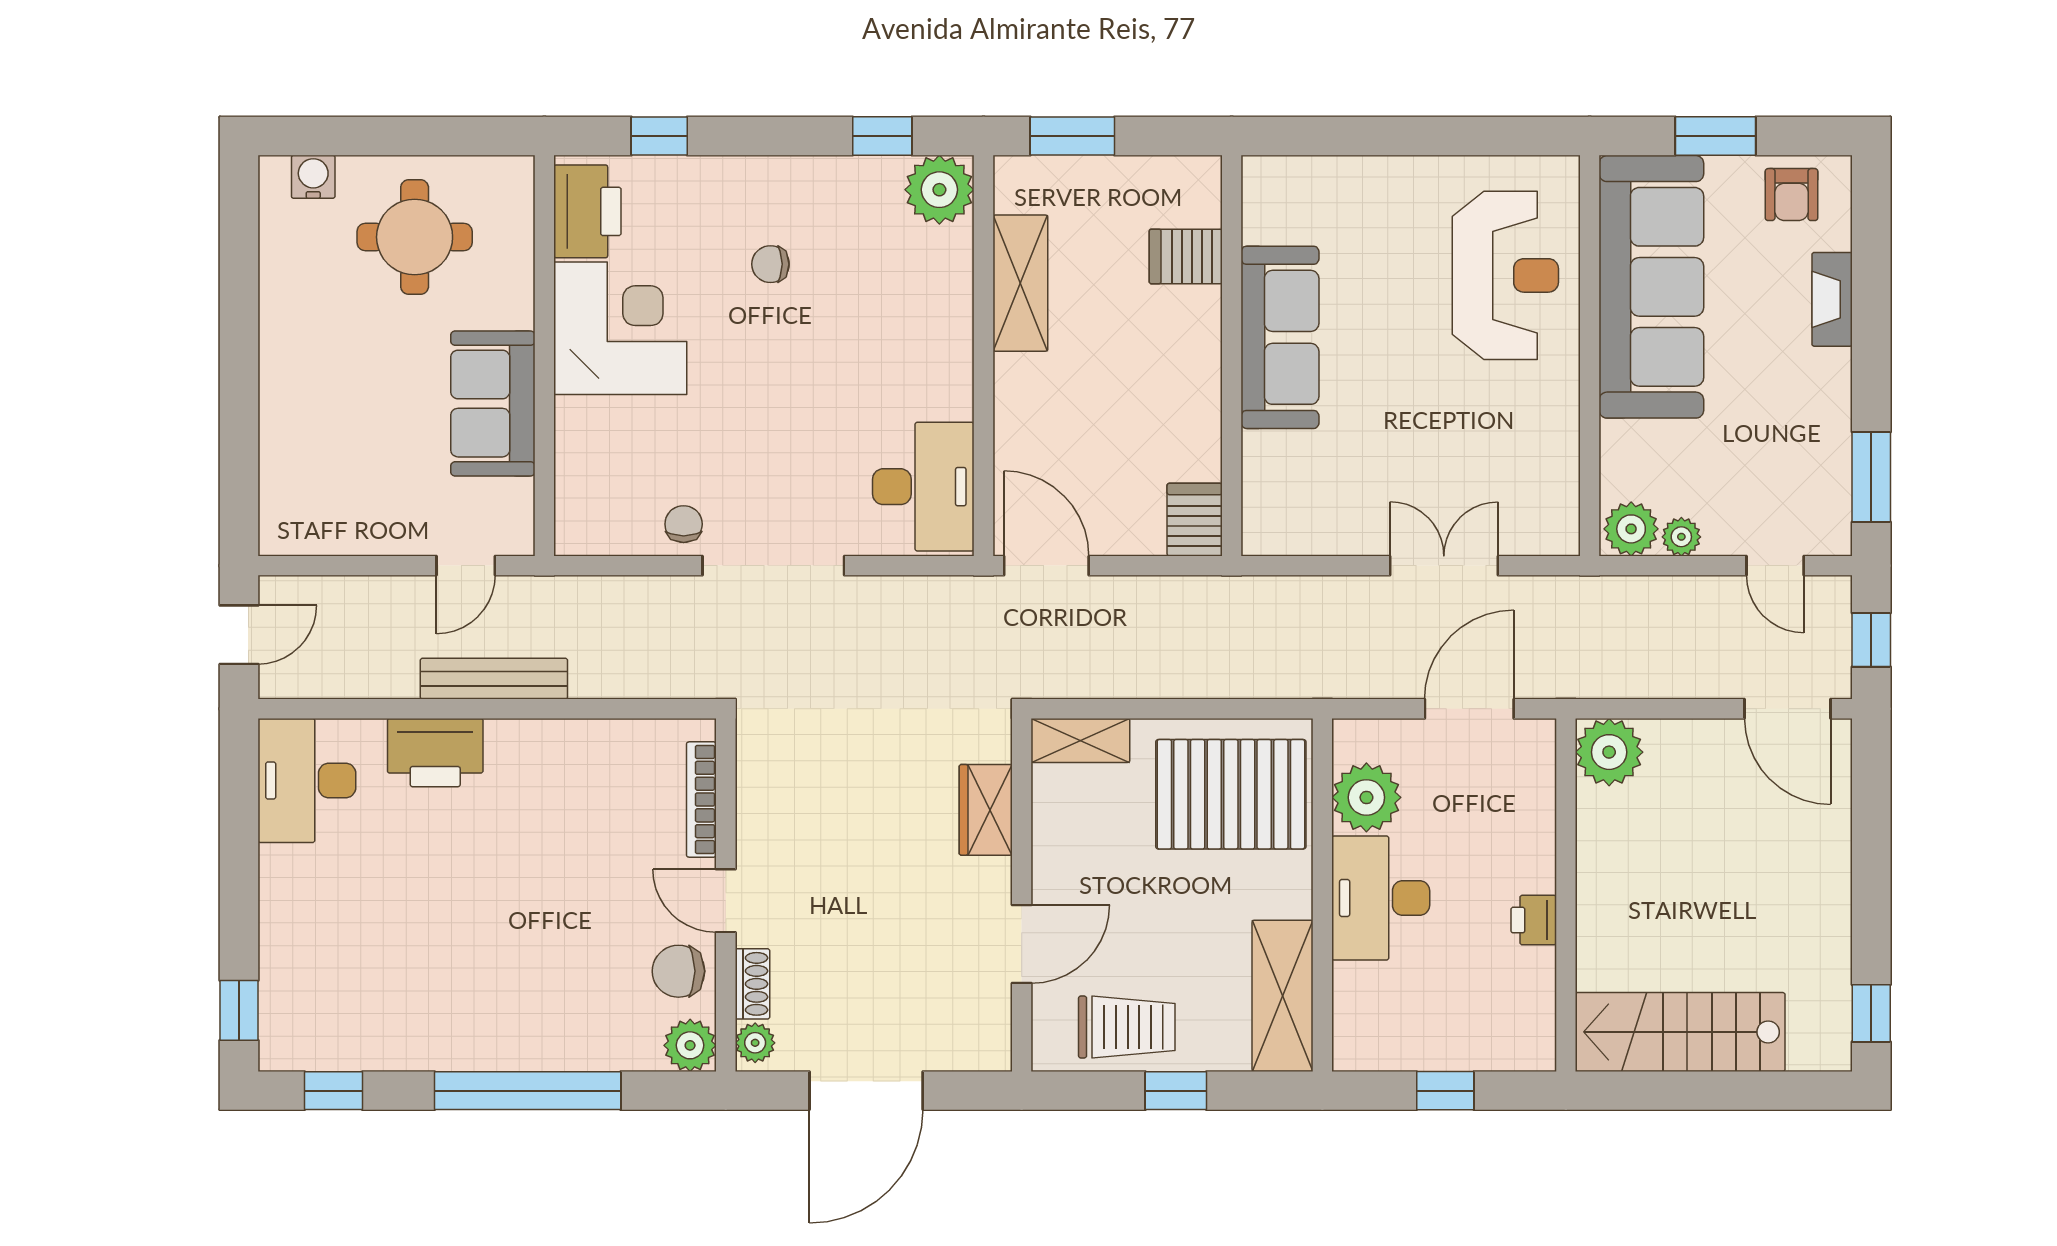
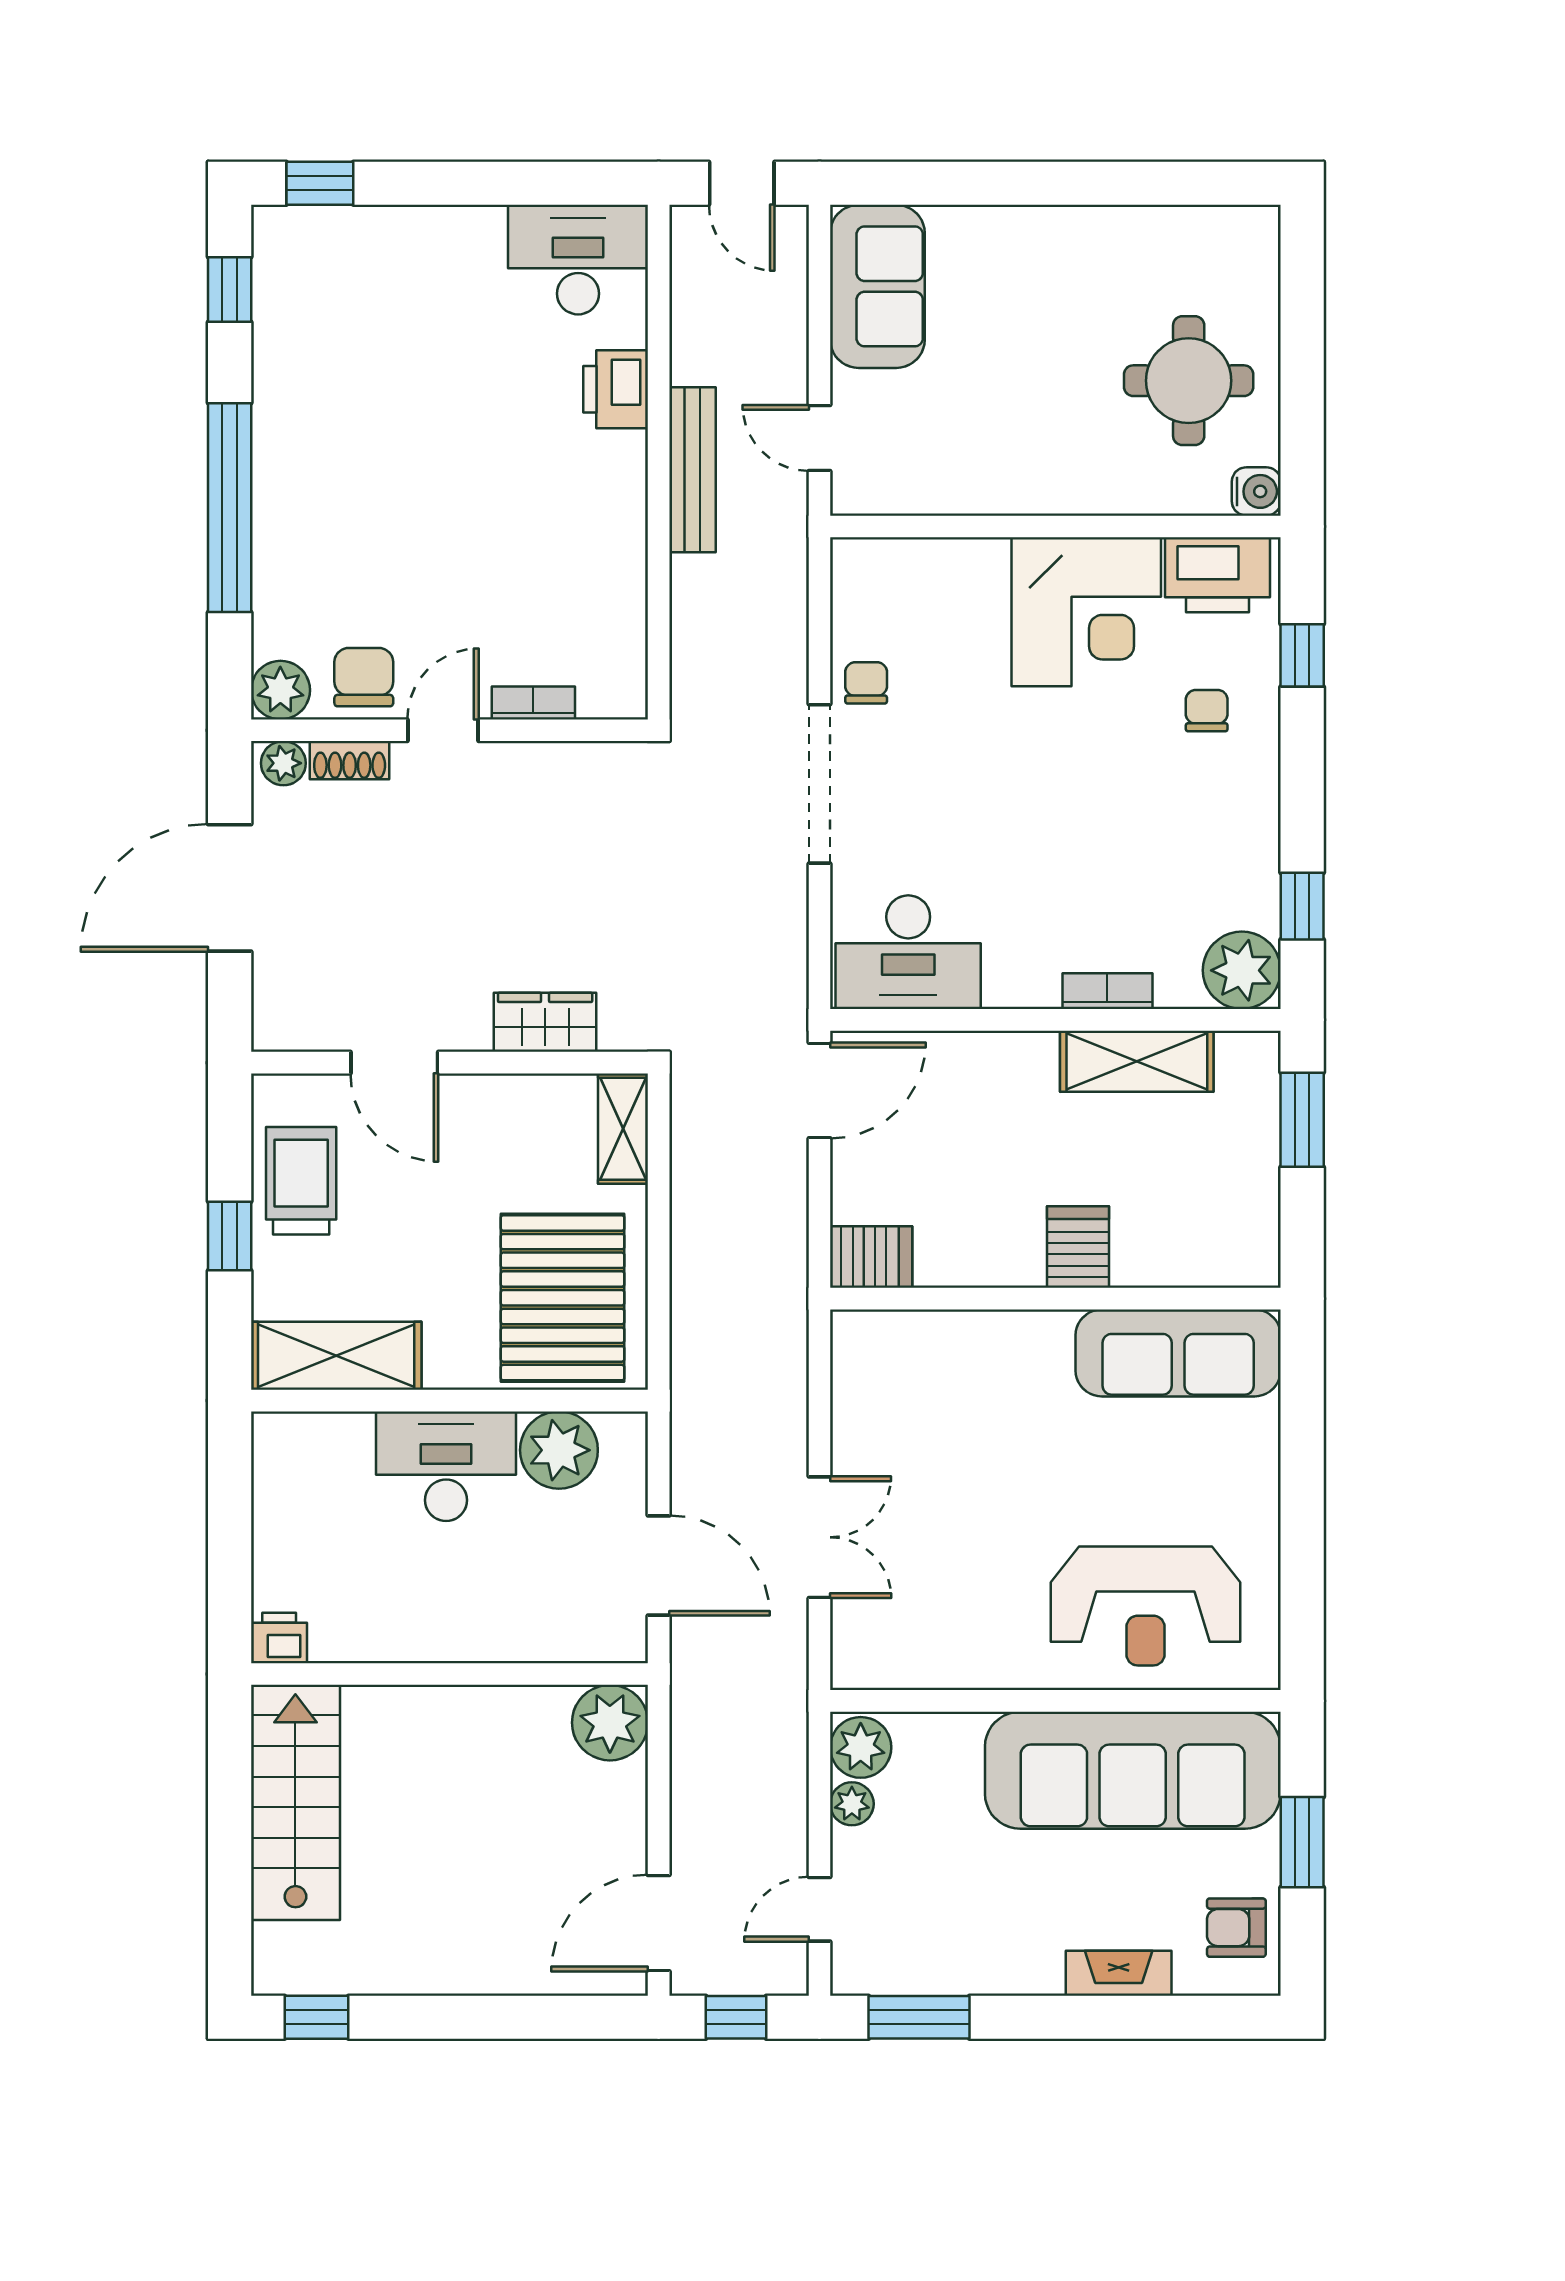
water cooler: (313, 177) -> (1256, 491), moved
server rack: (1186, 256) -> (1078, 1247), moved
chair: (770, 264) -> (1207, 711), moved
bookcase: (958, 309) -> (1107, 991), added
sofa: (1280, 337) -> (1178, 1353), moved
sofa: (493, 404) -> (877, 286), moved, turned 90
chair: (684, 524) -> (866, 683), turned -90
printer: (435, 753) -> (616, 389), width x0.73, depth x0.84
bookcase: (701, 800) -> (533, 703), width x0.64
printer: (1534, 920) -> (279, 1638), moved
trolley: (1127, 1027) -> (301, 1181), turned 180
door: (866, 1091) -> (230, 888), hinge flipped
window: (1445, 1091) -> (230, 1539), removed

